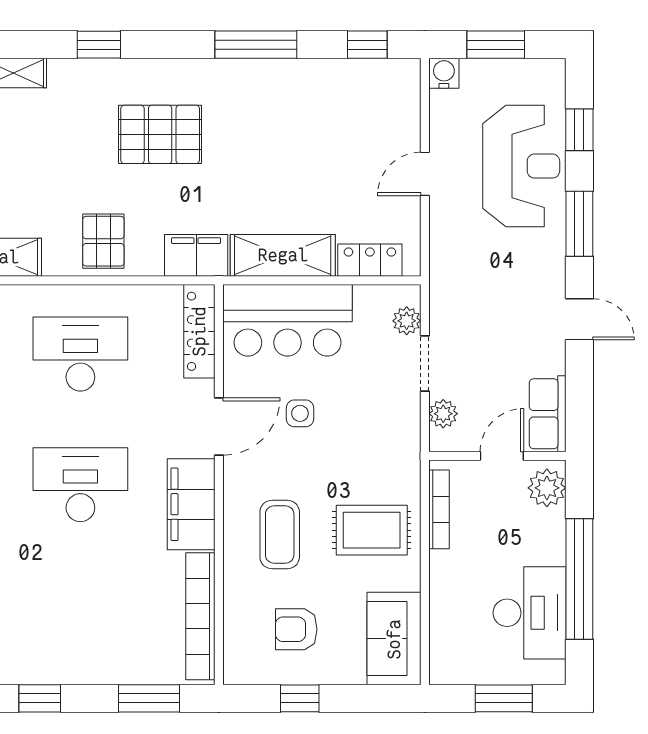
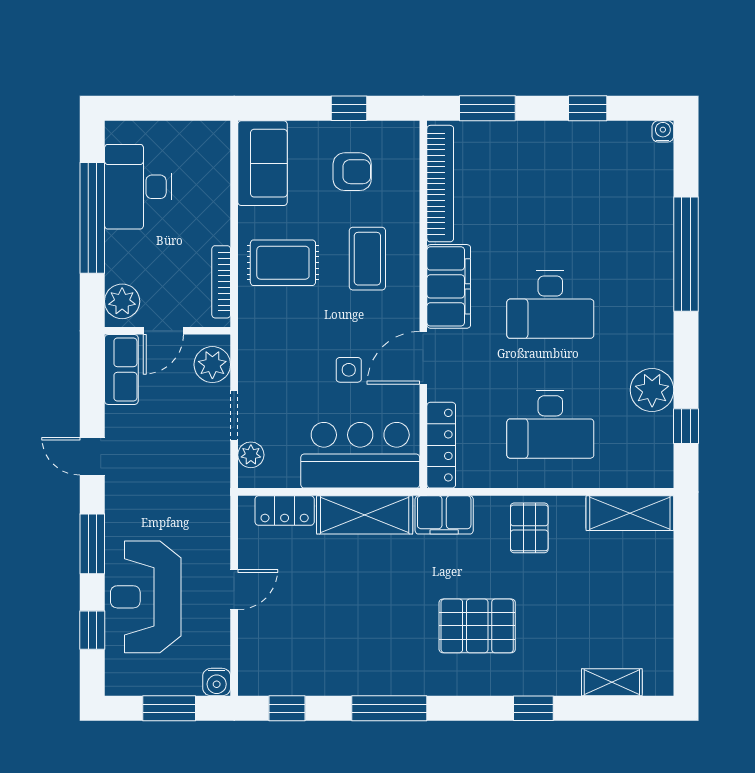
plant: (443, 414) -> (212, 365), width x1.38, depth x1.38
window: (504, 698) -> (162, 108), removed

